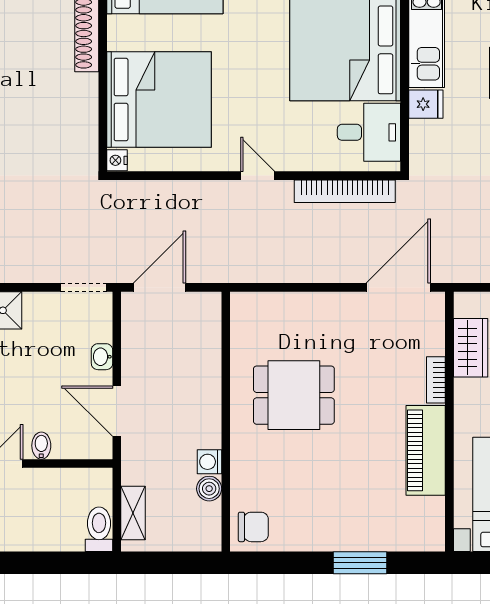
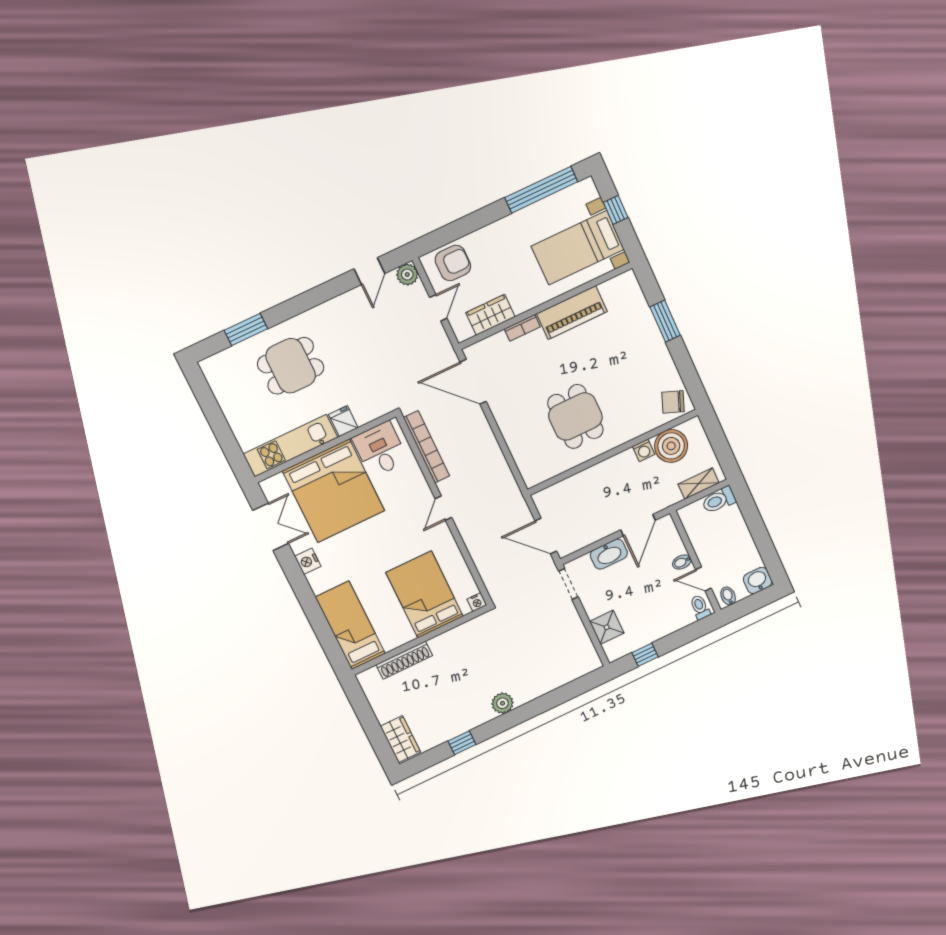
bed: (159, 100) -> (425, 594), width x0.73
washbasin: (102, 357) -> (609, 554), width x1.91, depth x1.45
boiler: (209, 489) -> (671, 446), width x1.86, depth x1.86
chair: (253, 527) -> (673, 402), turned -69

